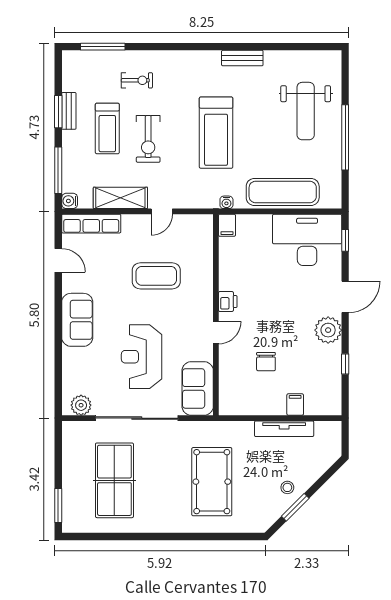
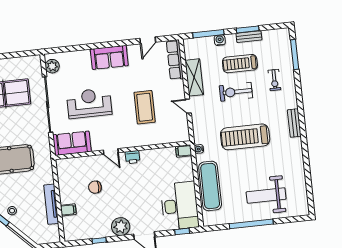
bench: (242, 58) -> (294, 123), moved
water cooler: (70, 201) -> (220, 40), moved

